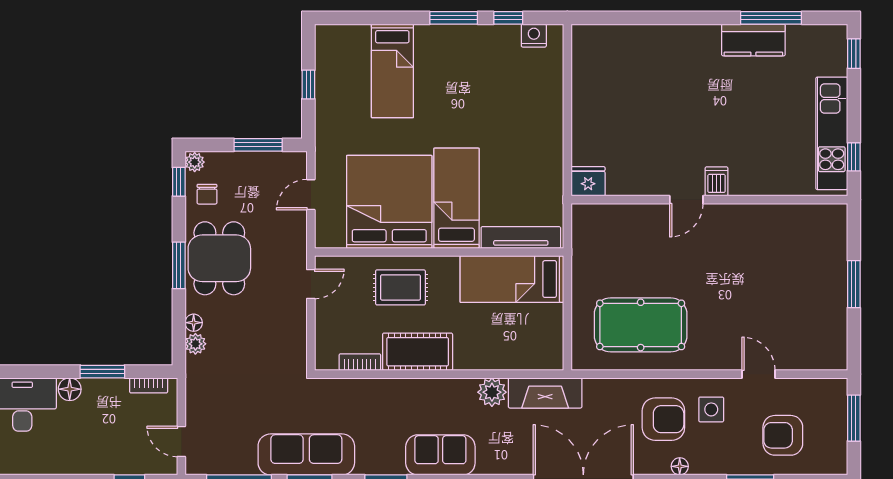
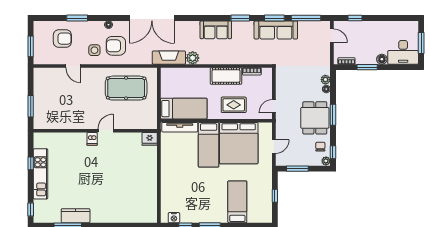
fridge: (588, 181) -> (150, 139), moved
dishwasher: (717, 181) -> (92, 139), moved
door: (686, 200) -> (106, 131), moved
wall: (709, 200) -> (95, 131), moved

